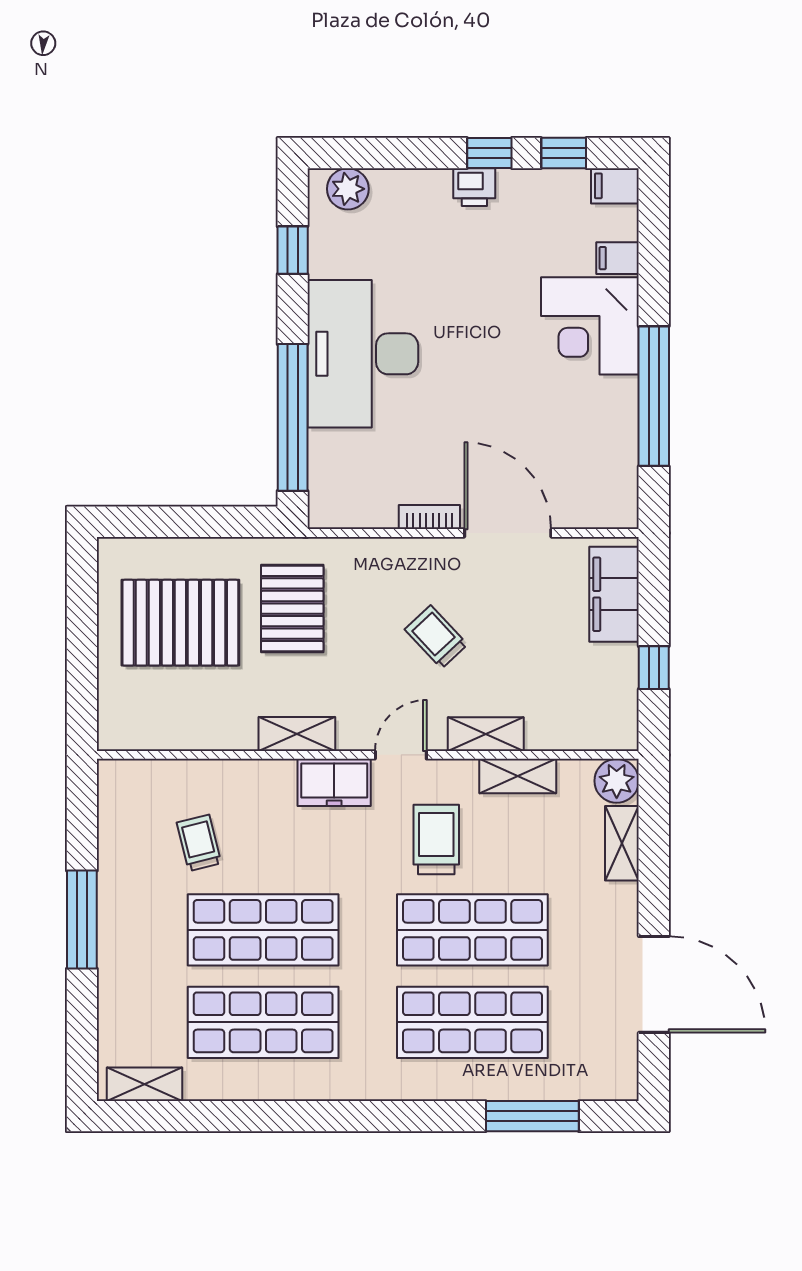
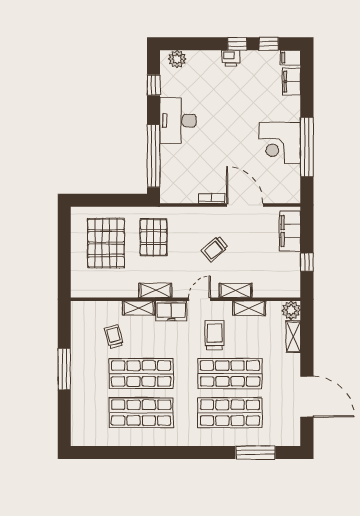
filing cabinet: (618, 258) -> (292, 82), width x2.00
corner desk: (590, 326) -> (280, 143), moved
desk: (363, 354) -> (178, 121), width x0.73, depth x0.77
pallet: (180, 623) -> (106, 243), turned 90
trolley: (436, 637) -> (215, 249), turned -87
shelving: (144, 1084) -> (139, 308), moved

